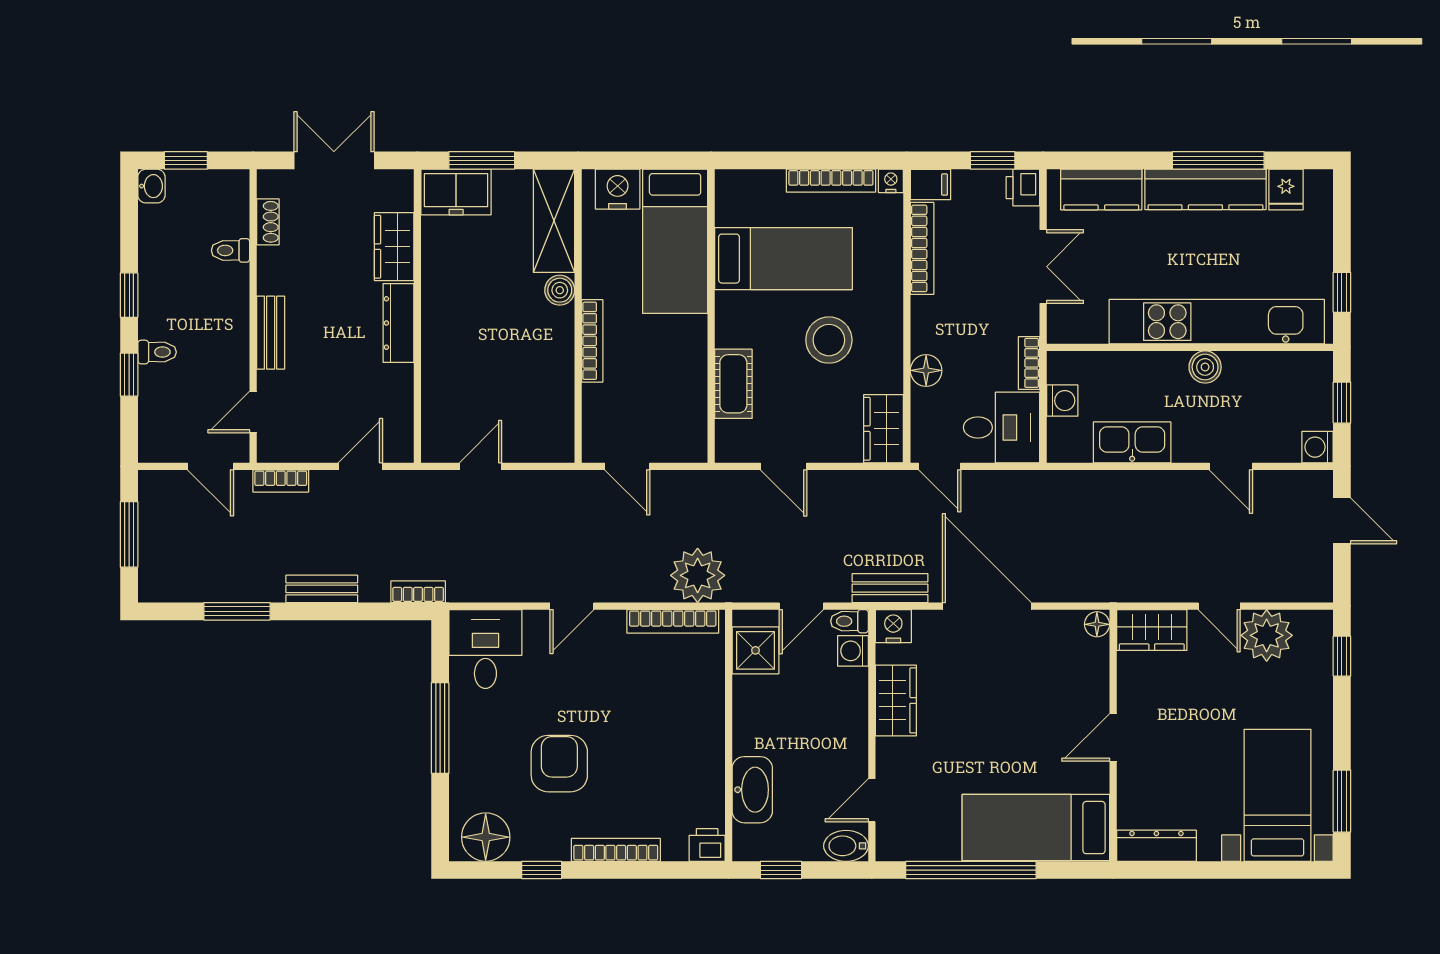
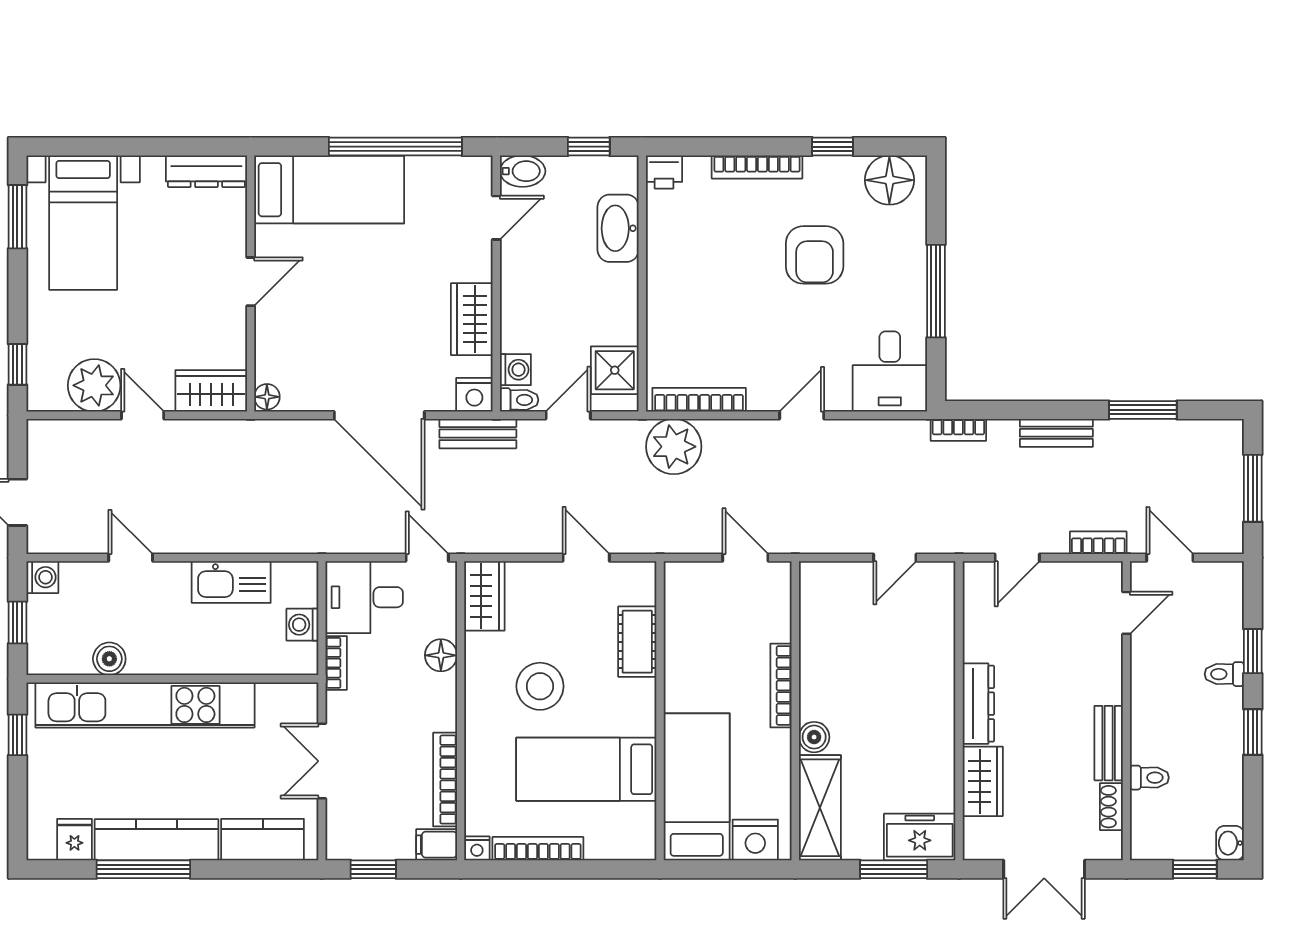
printer: (1023, 188) -> (342, 842), removed
bench: (271, 333) -> (1109, 743), moved
boiler: (1205, 367) -> (109, 659), moved

